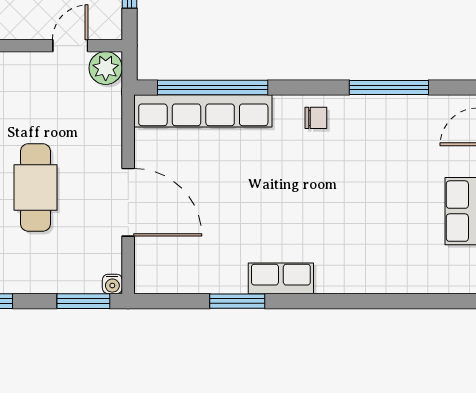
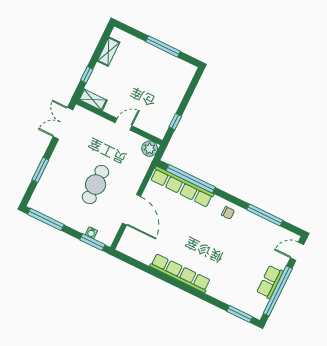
door: (70, 46) -> (124, 124), moved
row of seats: (281, 278) -> (180, 273), width x2.02
water cooler: (112, 284) -> (91, 233), moved
window: (237, 301) -> (240, 314), moved

